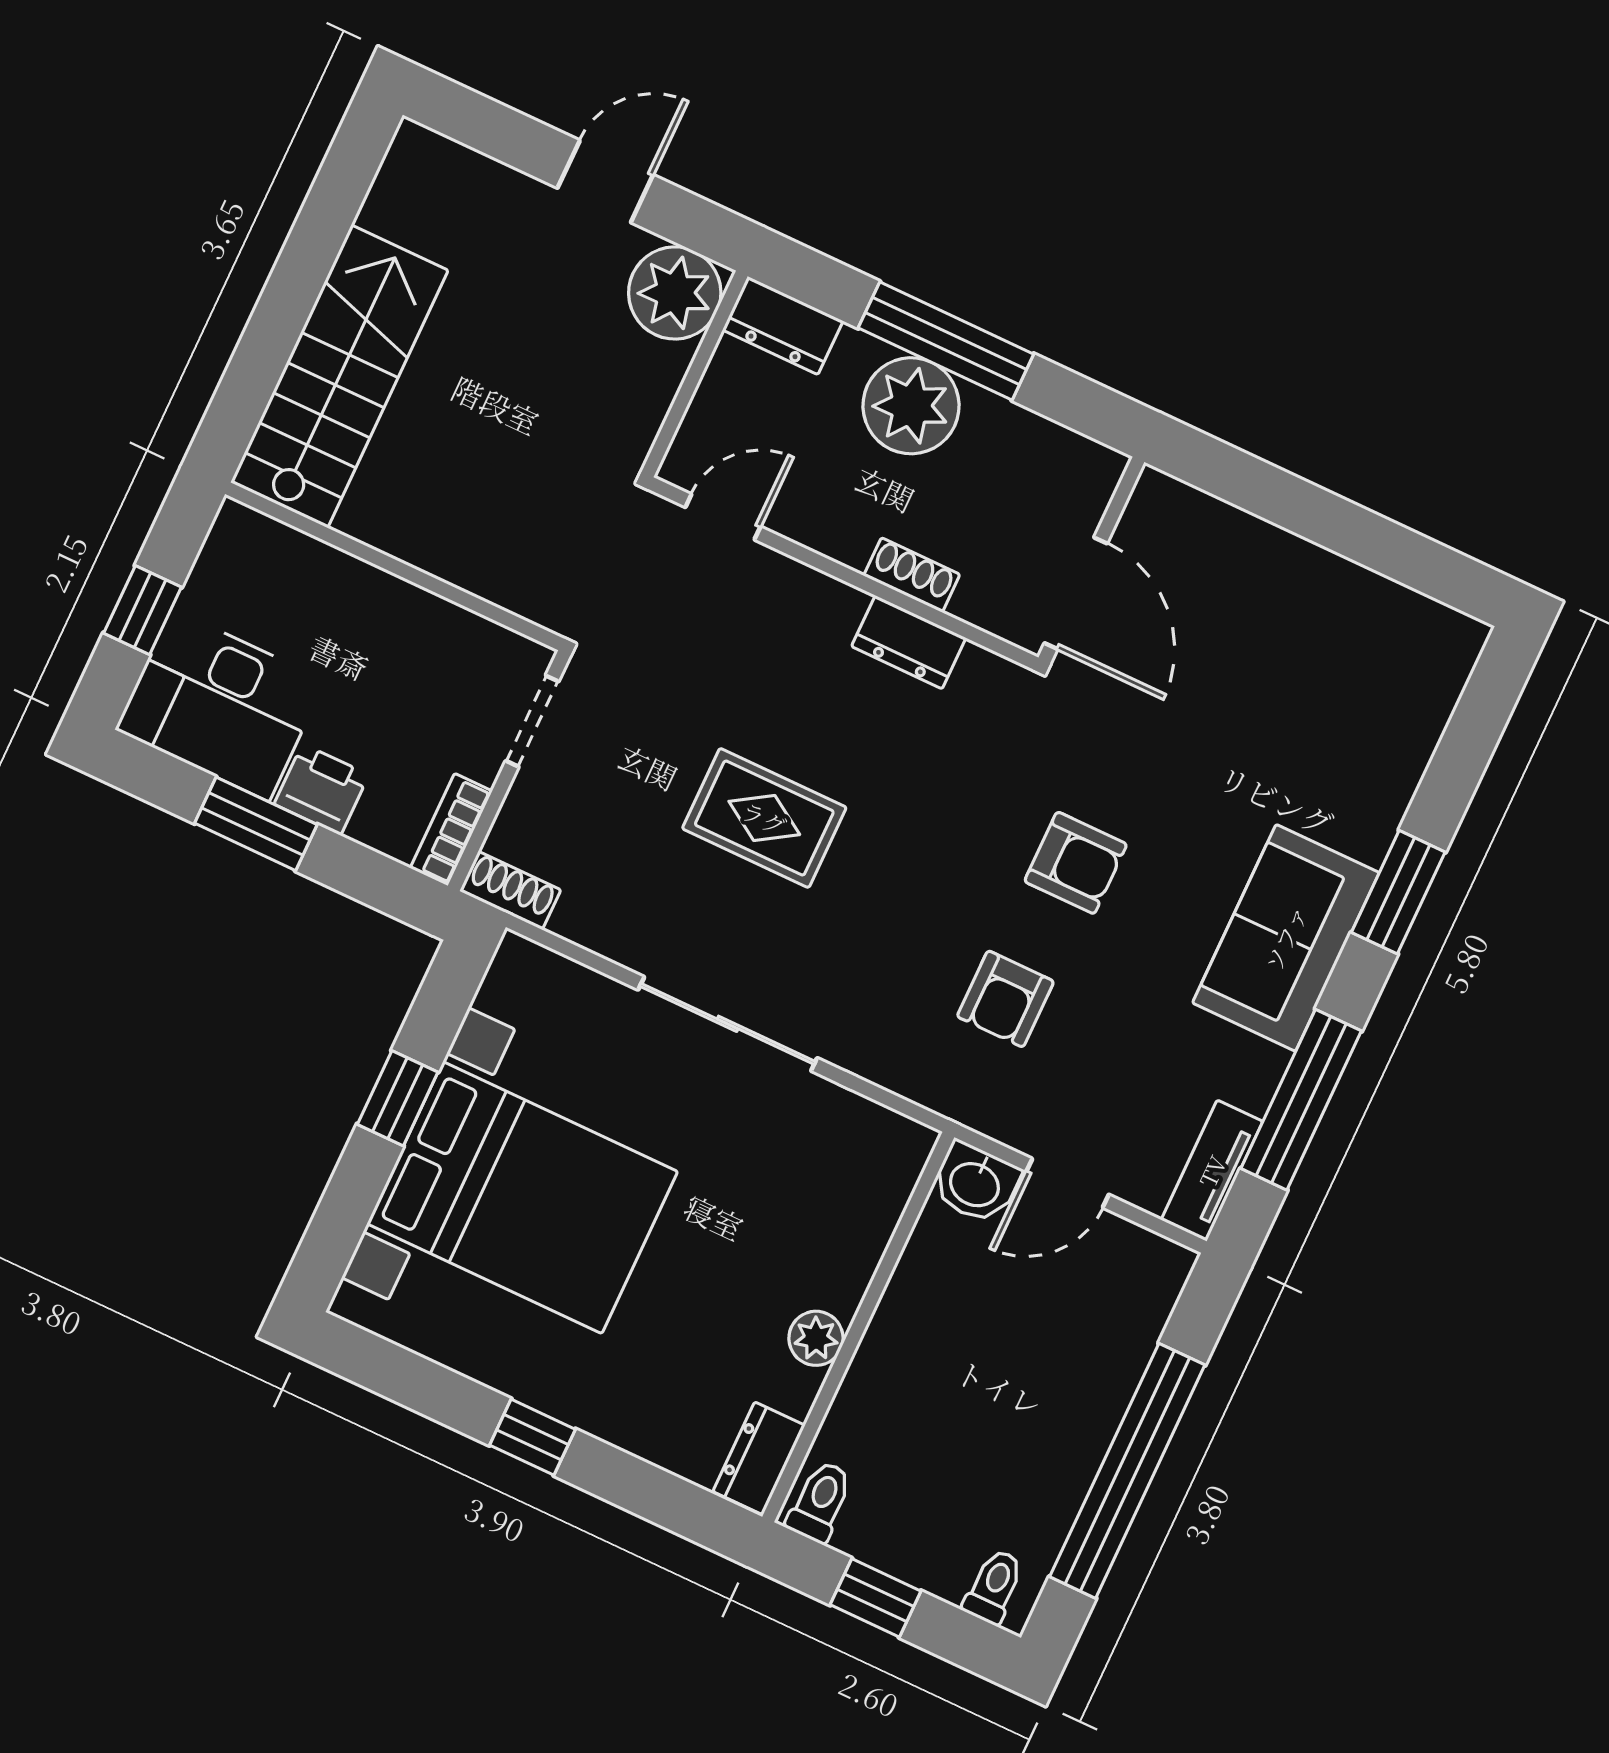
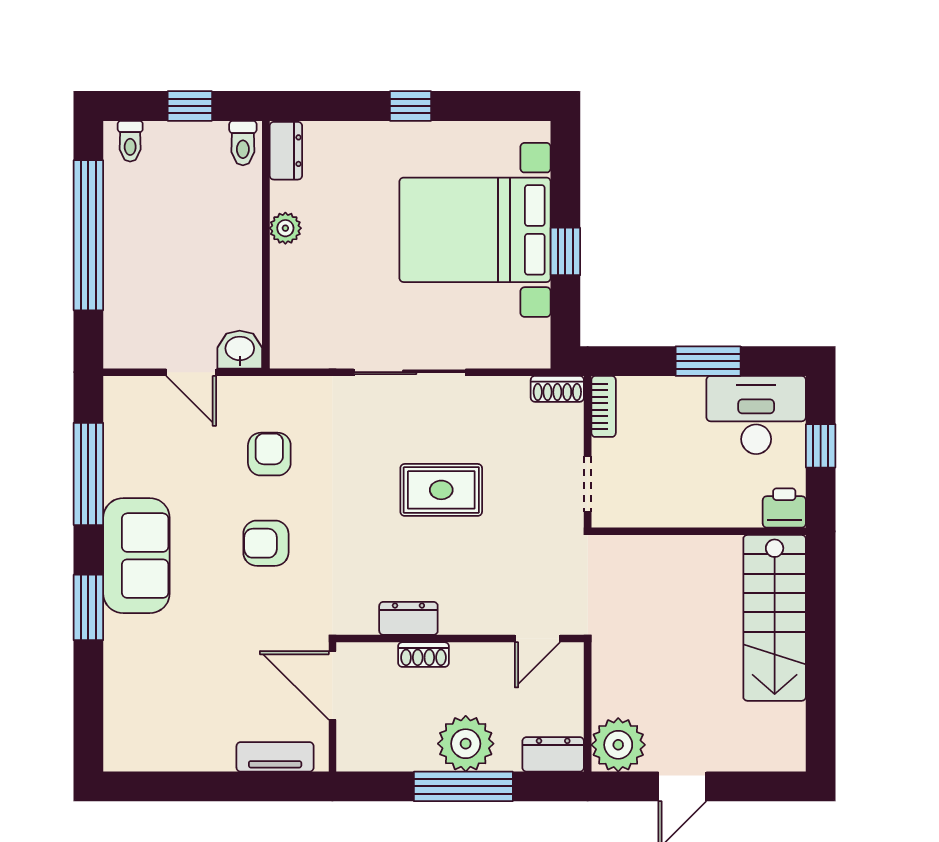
printer: (322, 789) -> (784, 508), moved, turned 180
tv unit: (1212, 1171) -> (275, 757), moved, turned -90
door: (1068, 1183) -> (191, 372), swing flipped

